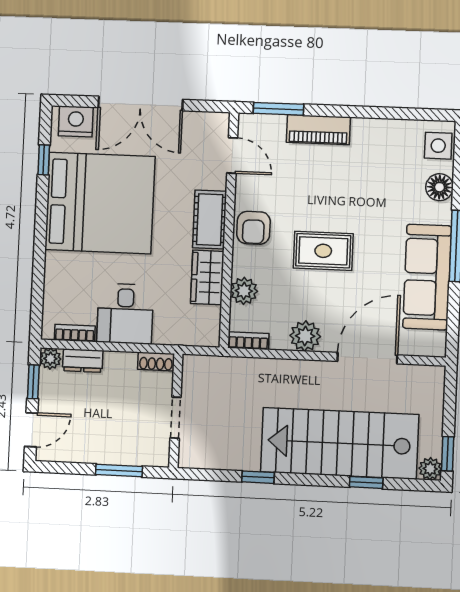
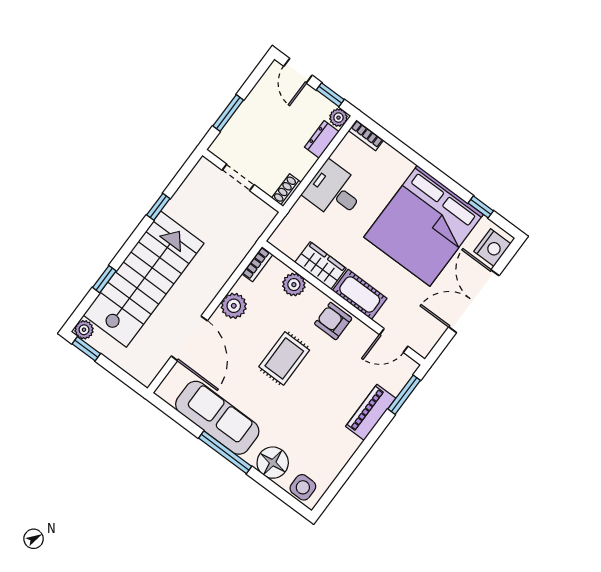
floor lamp: (439, 187) -> (273, 463), width x1.38, depth x1.38
bookcase: (75, 333) -> (366, 135), moved, turned 90

